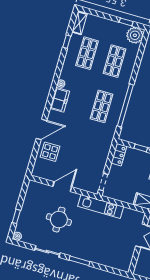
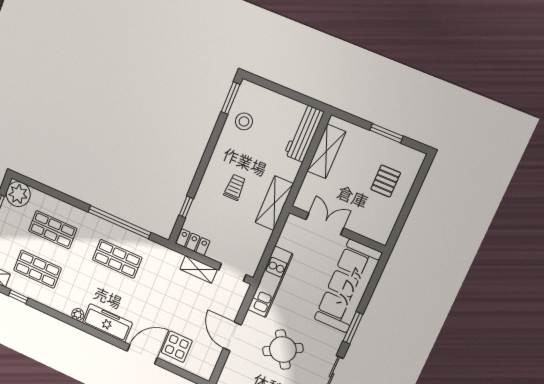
freezer: (60, 100) -> (107, 323), width x1.40
door: (41, 129) -> (142, 354), hinge flipped
shelving: (102, 160) -> (199, 269), added
round table: (59, 220) -> (283, 350), turned -31
sofa: (105, 255) -> (348, 286), added

